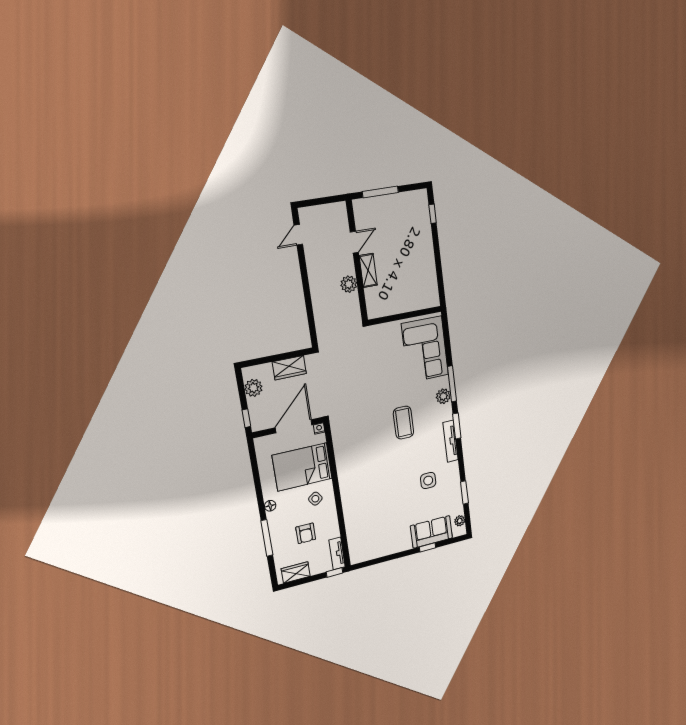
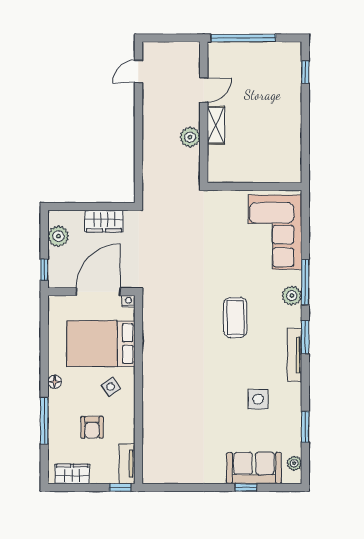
window: (380, 192) -> (243, 38), width x1.46

